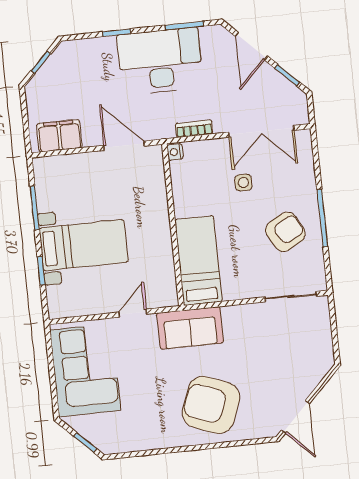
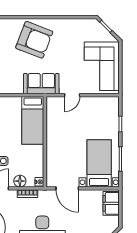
filing cabinet: (59, 136) -> (111, 203), moved, turned 90
floor lamp: (210, 150) -> (20, 181), added
bed with nightstands: (84, 245) -> (99, 163), moved, turned 90

